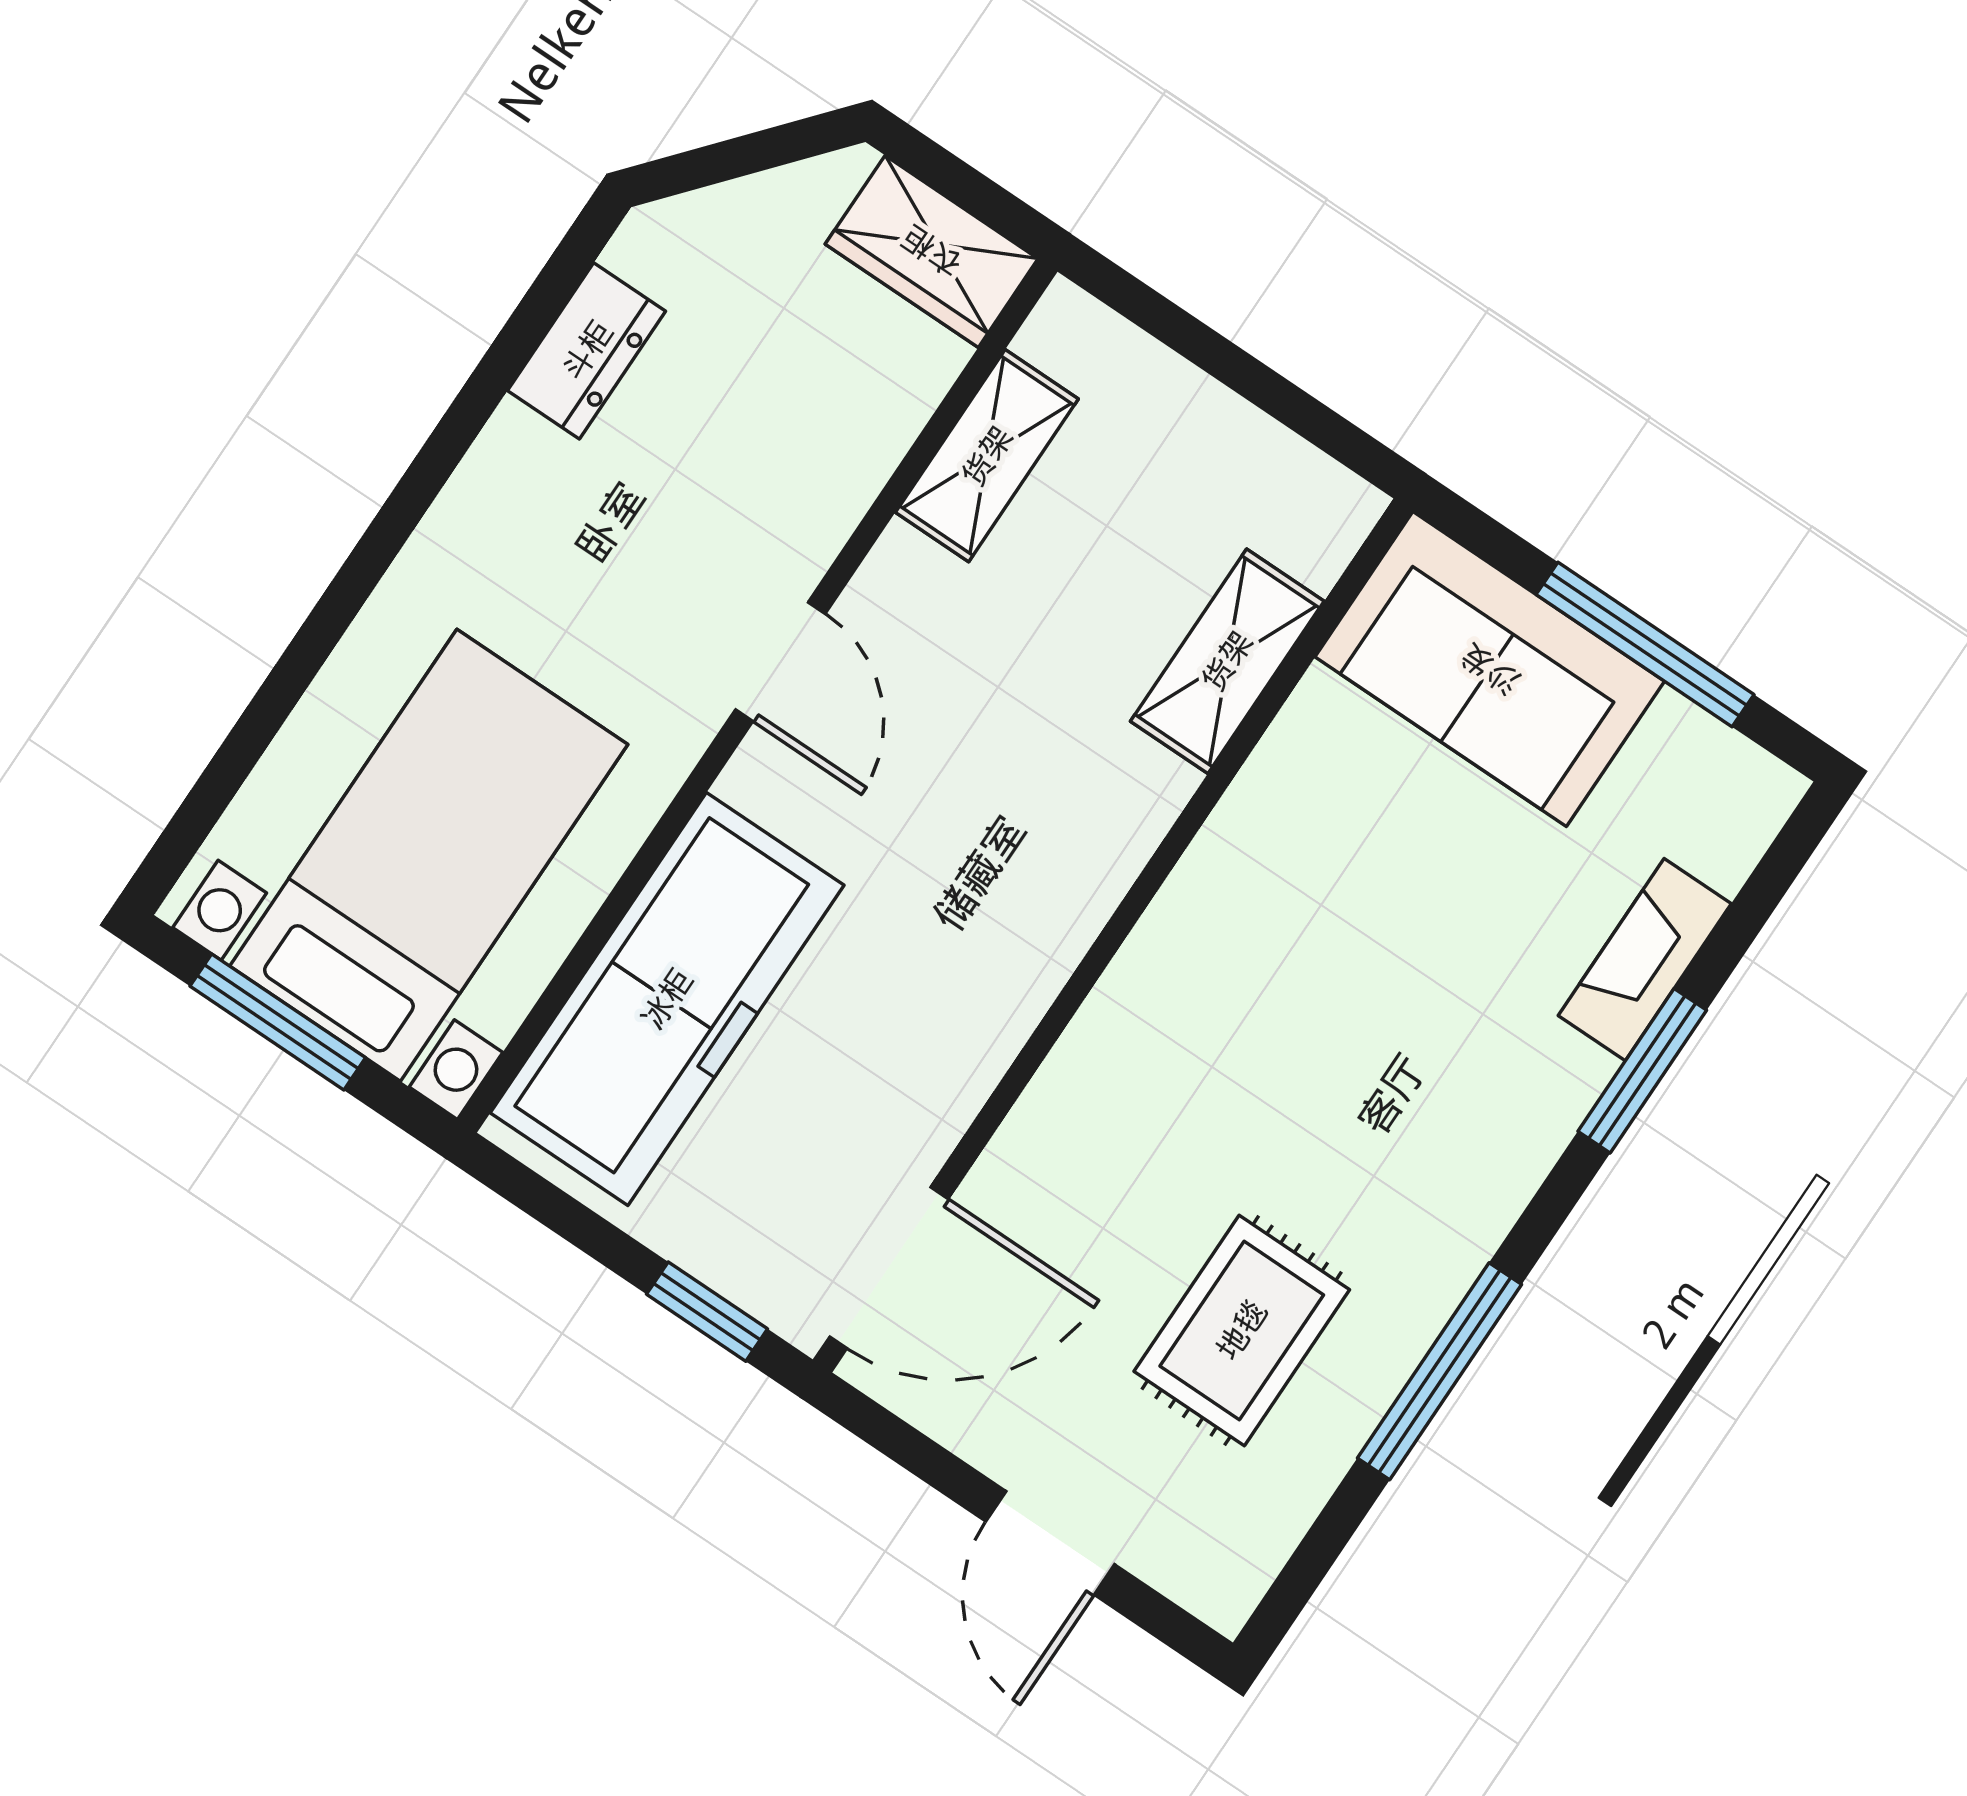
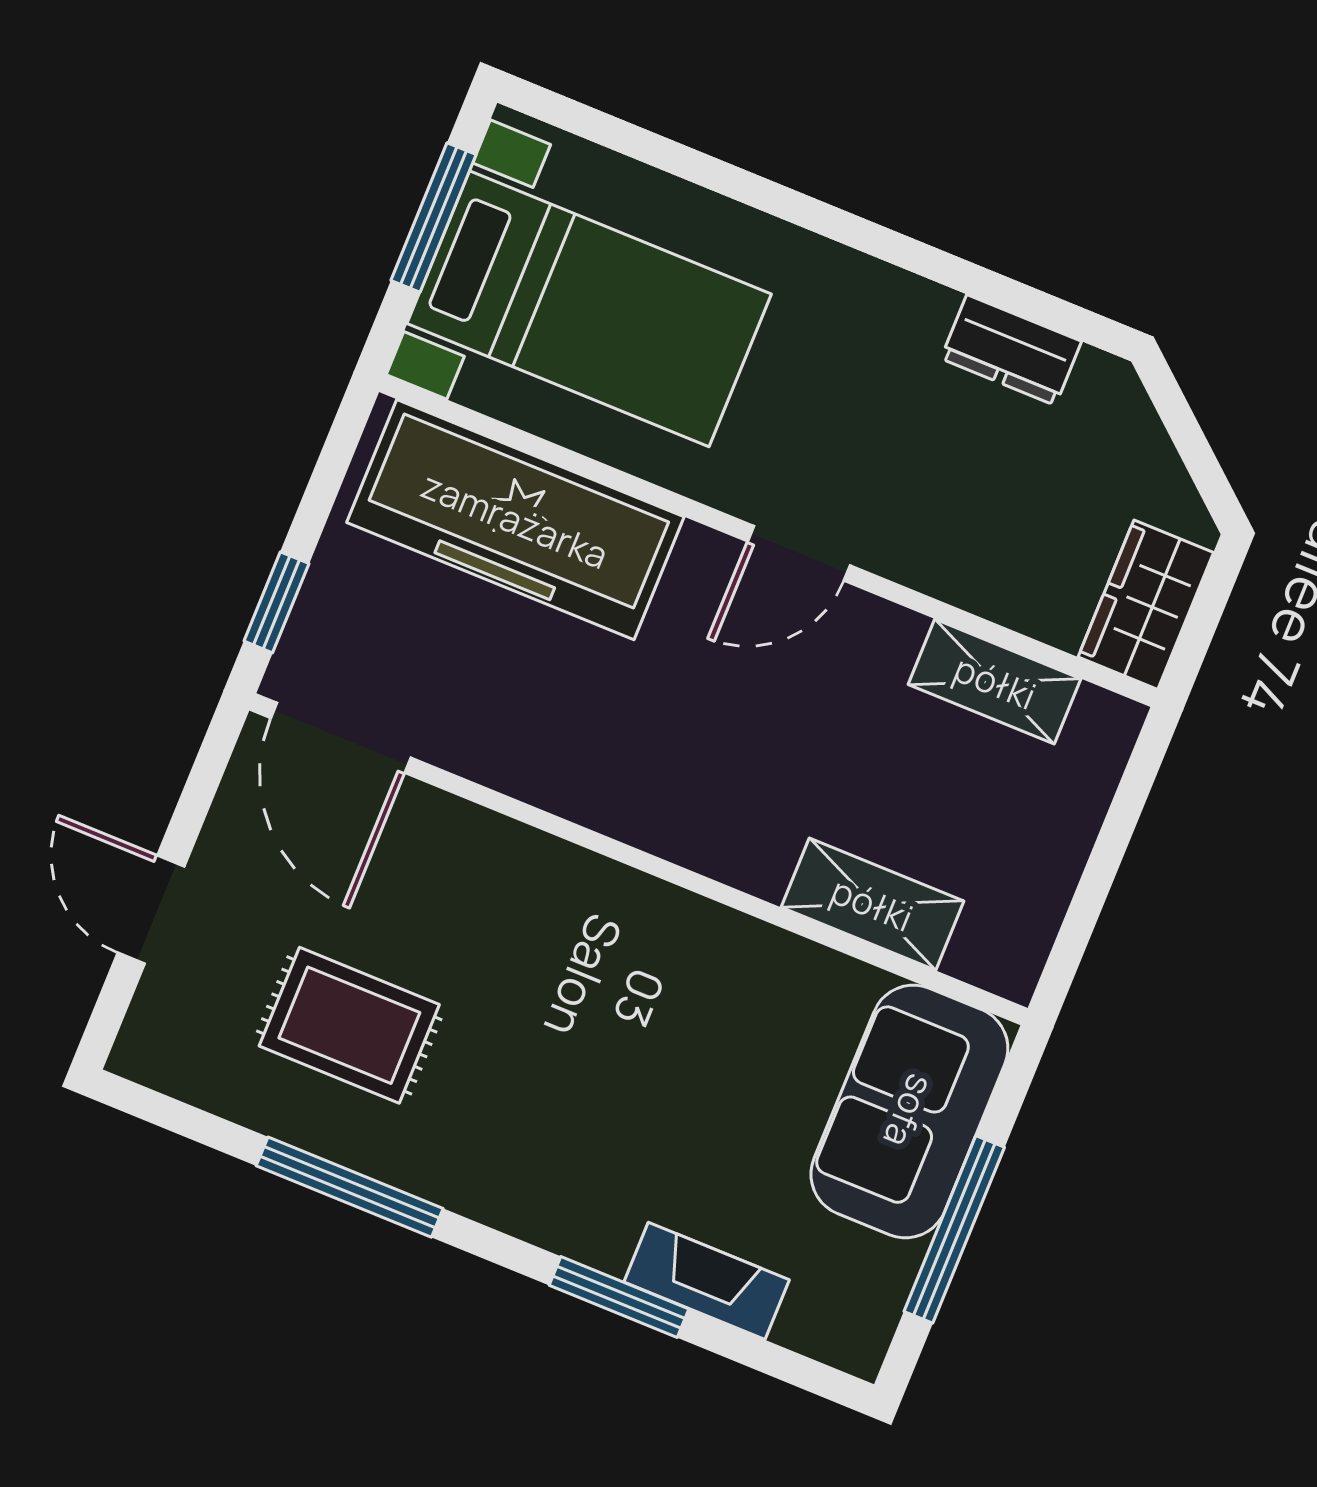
door: (1050, 1543) -> (151, 910), hinge flipped

